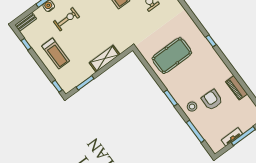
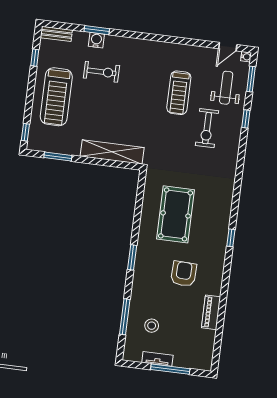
treadmill: (56, 54) -> (56, 97), width x1.37, depth x1.38
pool table: (172, 56) -> (176, 214), turned 90
shelving: (105, 59) -> (112, 152), width x1.47
armchair: (212, 100) -> (184, 274), moved
stool: (192, 107) -> (152, 326), moved

